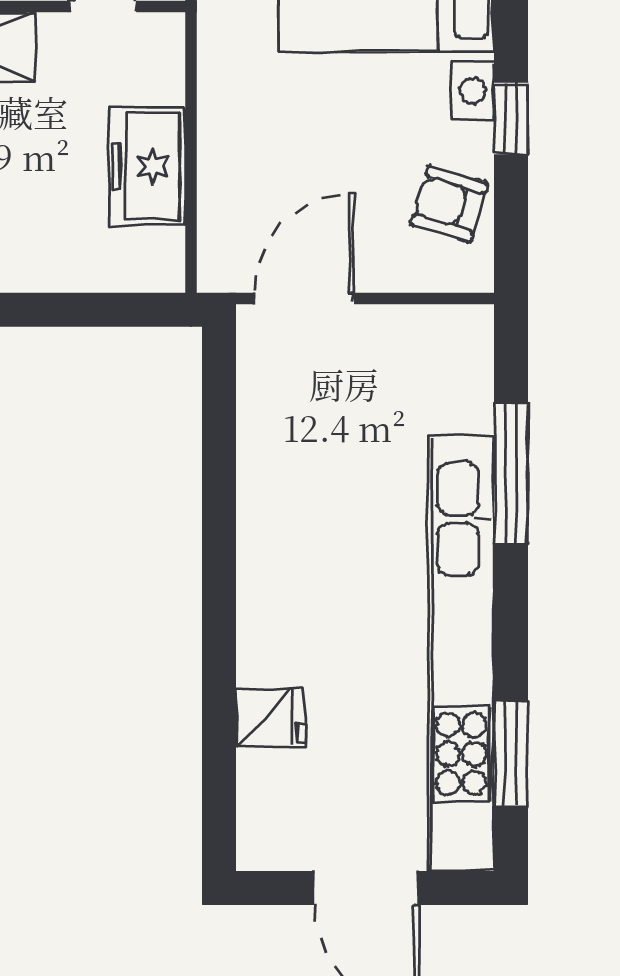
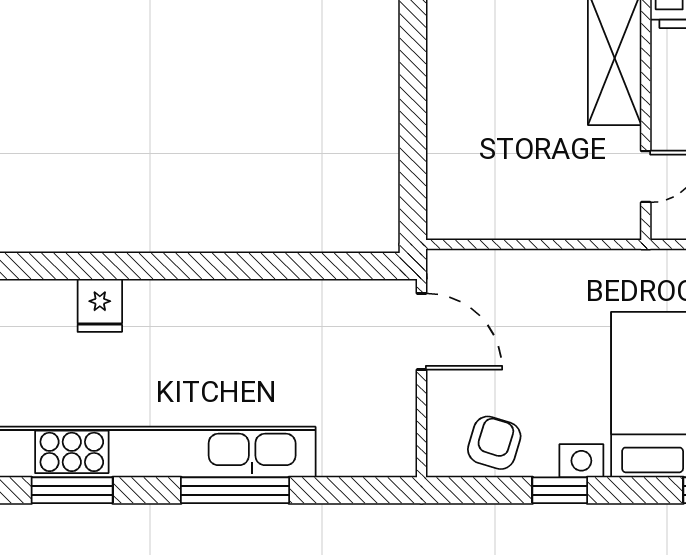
freezer: (147, 166) -> (523, 211), removed
window: (511, 474) -> (235, 490), moved

